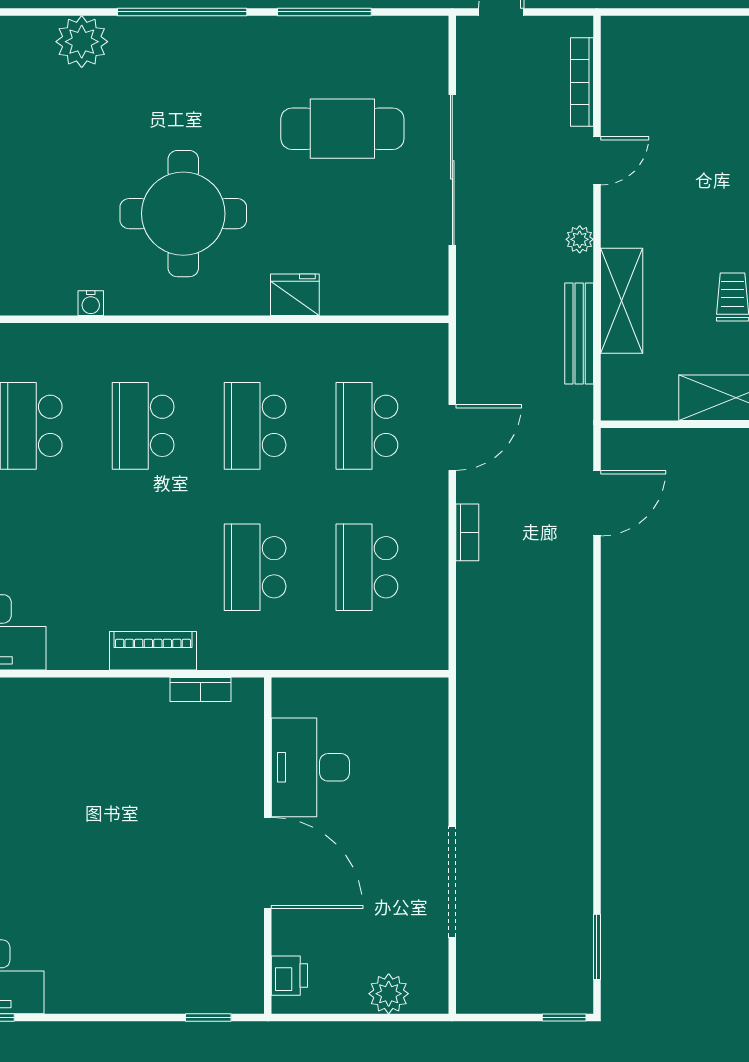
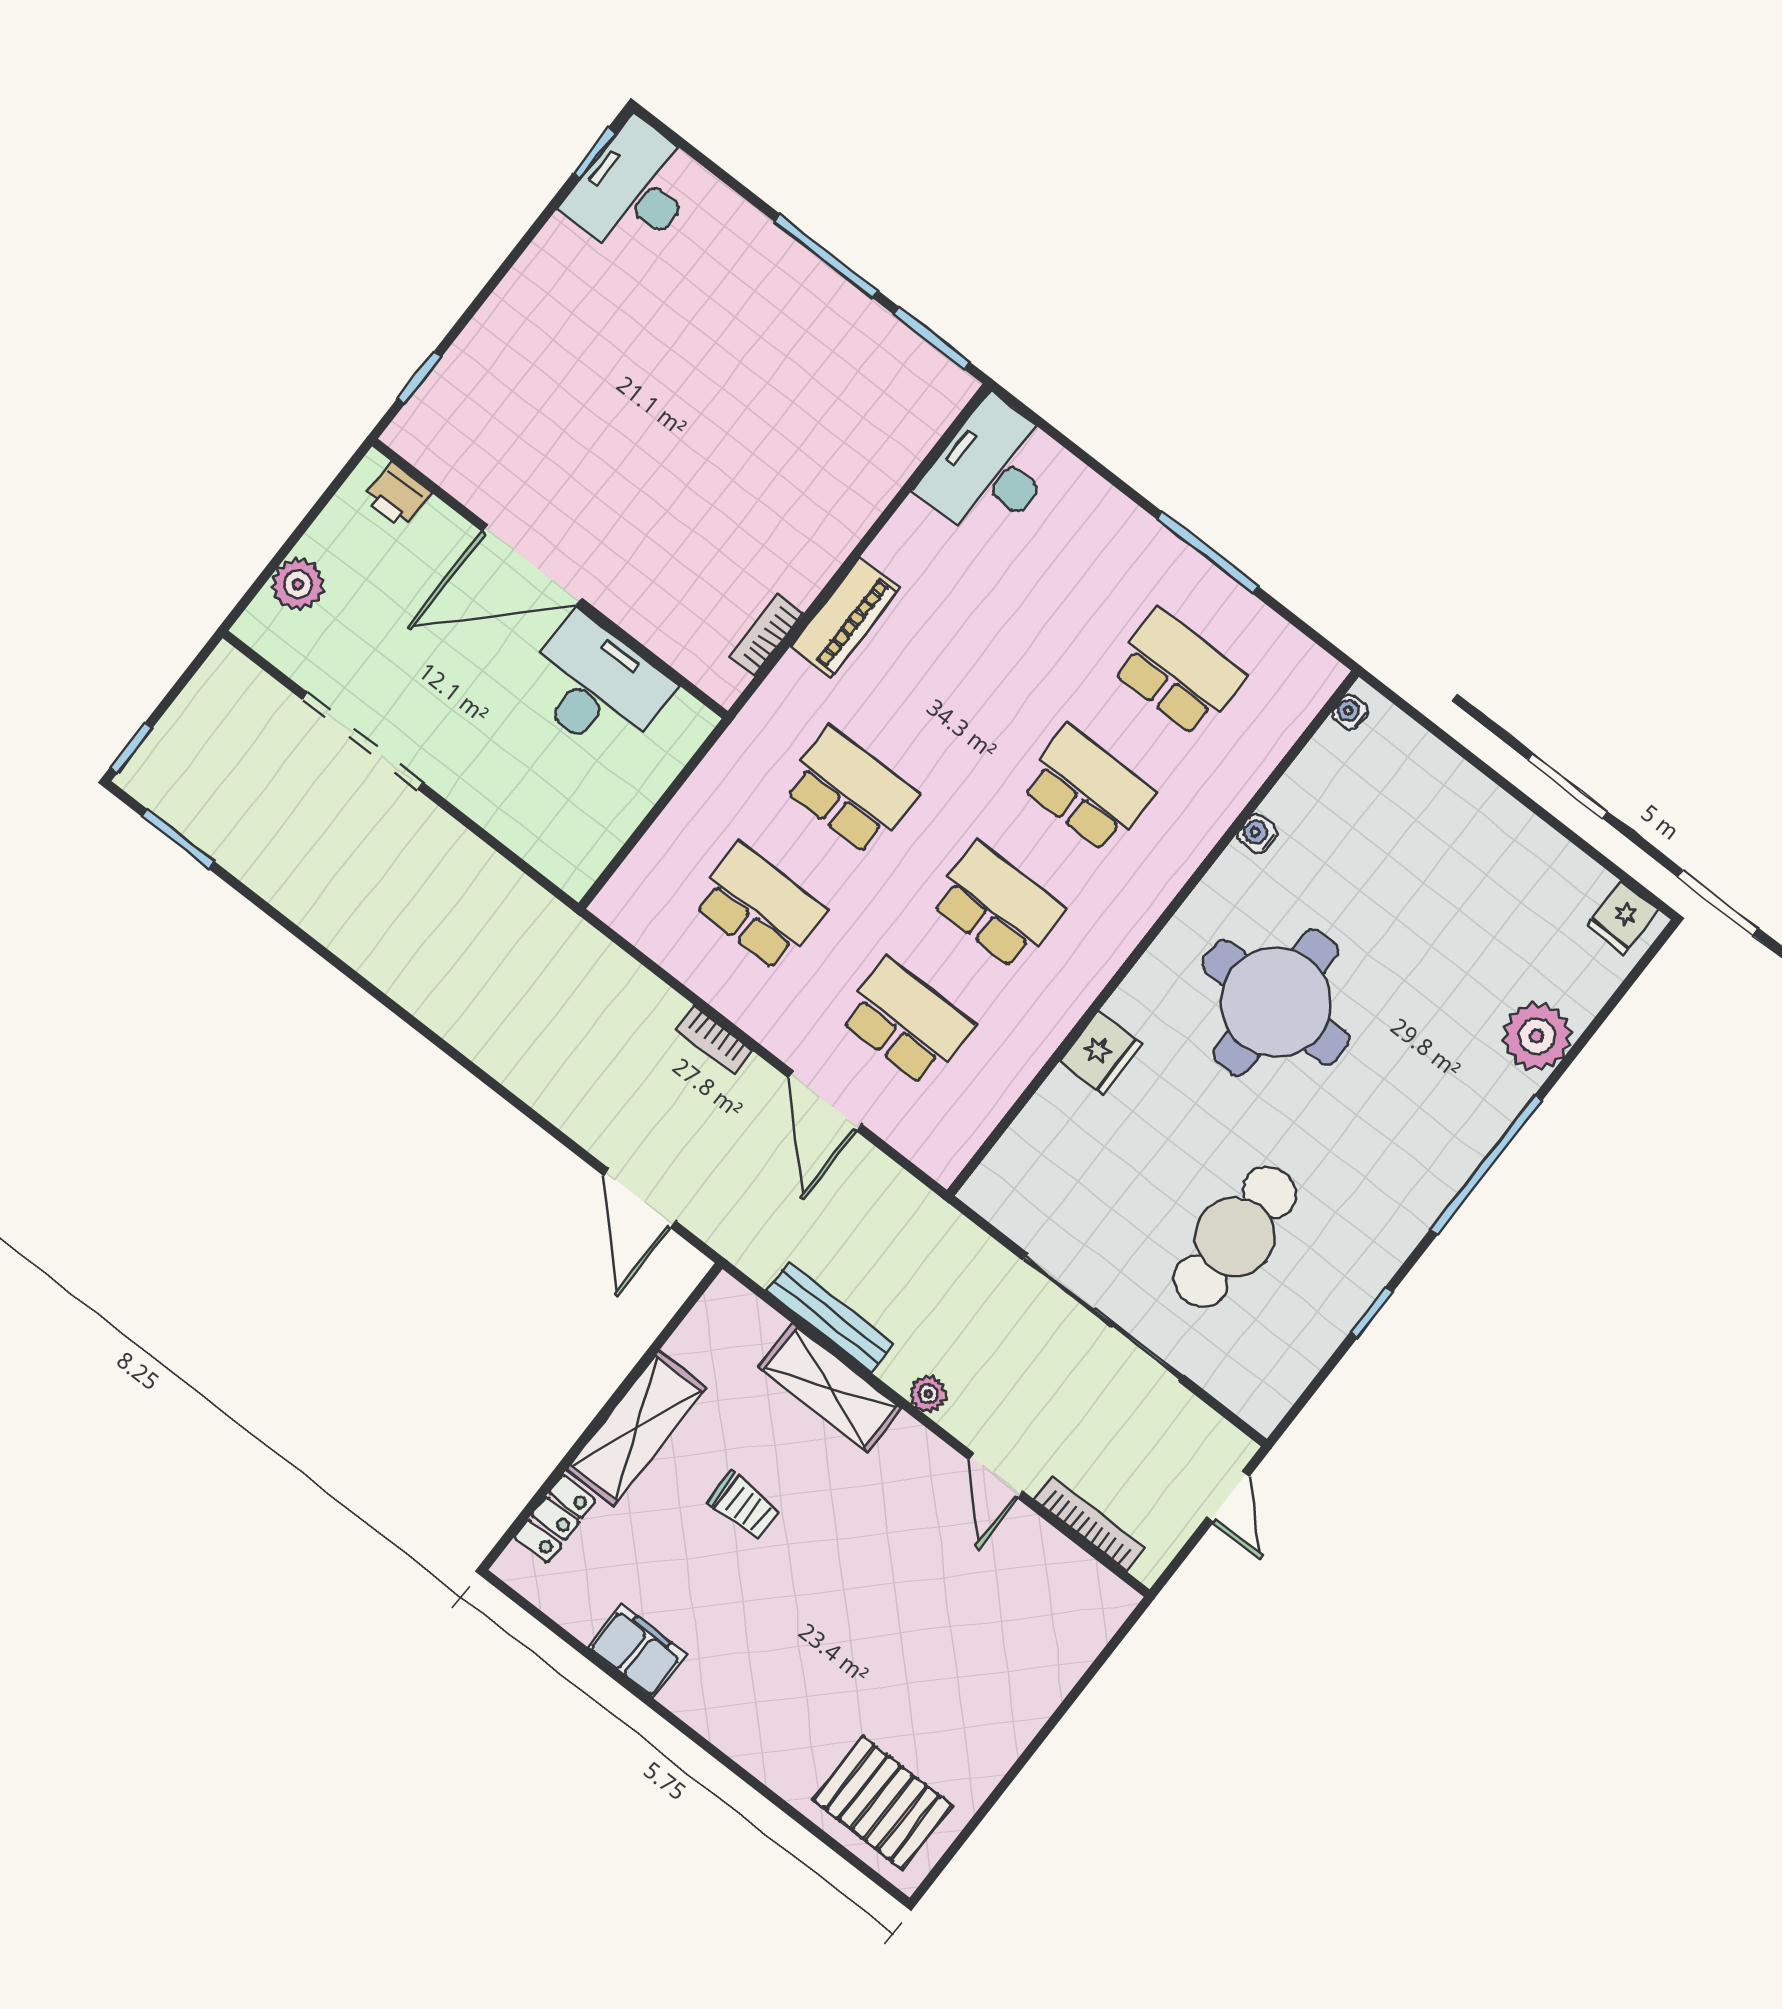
window: (324, 12) -> (1371, 1313), width x0.46

